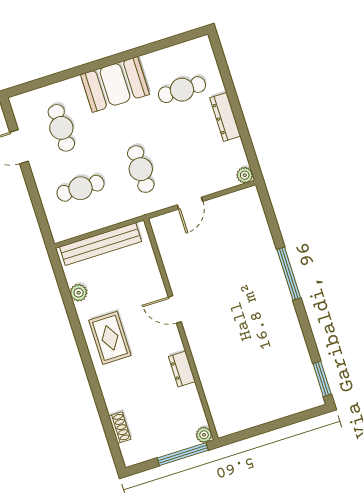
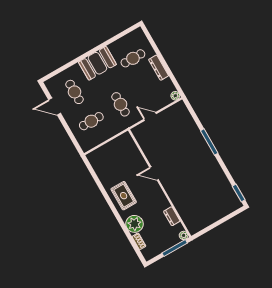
door: (190, 203) -> (150, 116), swing flipped
bench: (100, 244) -> (108, 148), removed
plant: (79, 293) -> (134, 224), moved, width x1.88, depth x1.88
dresser: (182, 369) -> (172, 216), moved

